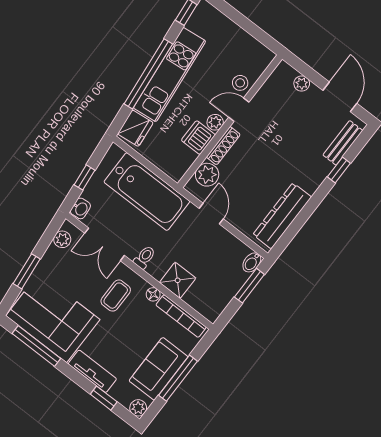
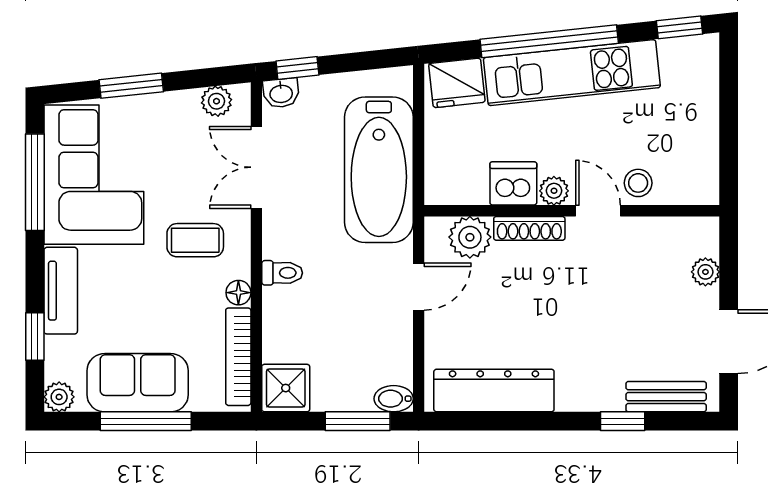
window: (84, 177) -> (297, 68), moved
toilet: (144, 257) -> (282, 273), moved
shower: (178, 280) -> (286, 388), moved

